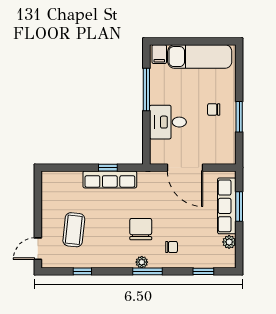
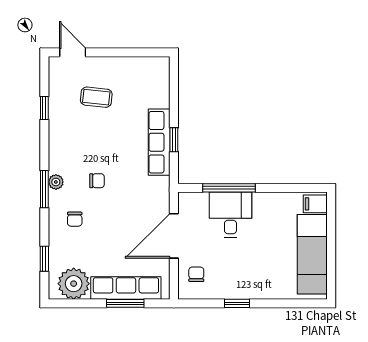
window: (146, 90) -> (229, 188), moved
chair: (214, 109) -> (196, 274), moved
window: (239, 117) -> (237, 303), width x0.67
chair: (141, 229) -> (97, 181), width x0.54, depth x0.54
coffee table: (74, 230) -> (96, 97), width x0.73, depth x0.77
plant: (229, 242) -> (74, 284), width x1.88, depth x1.88

